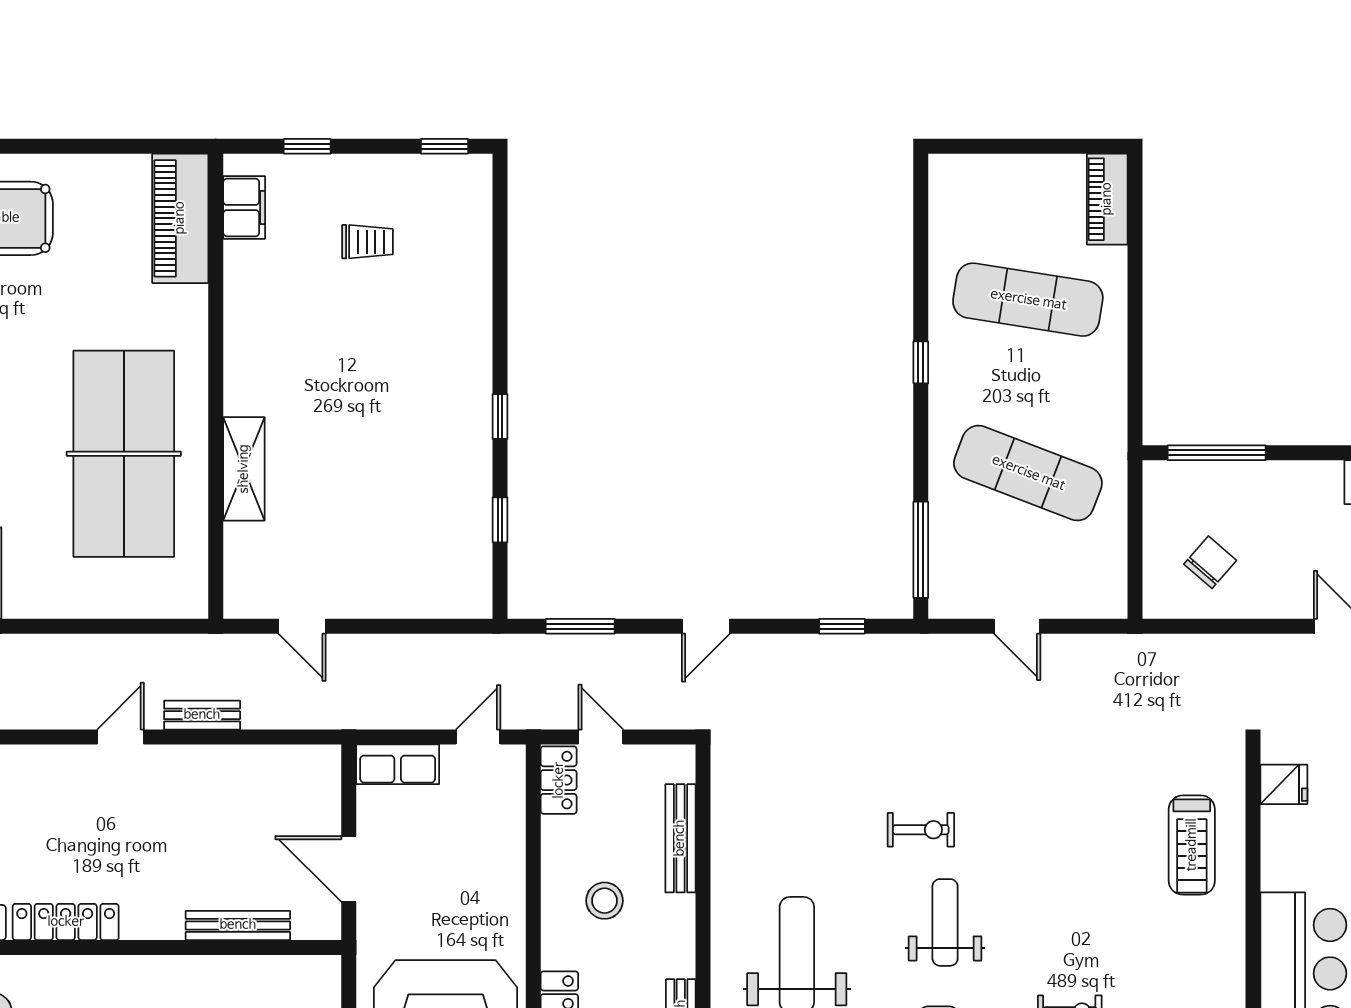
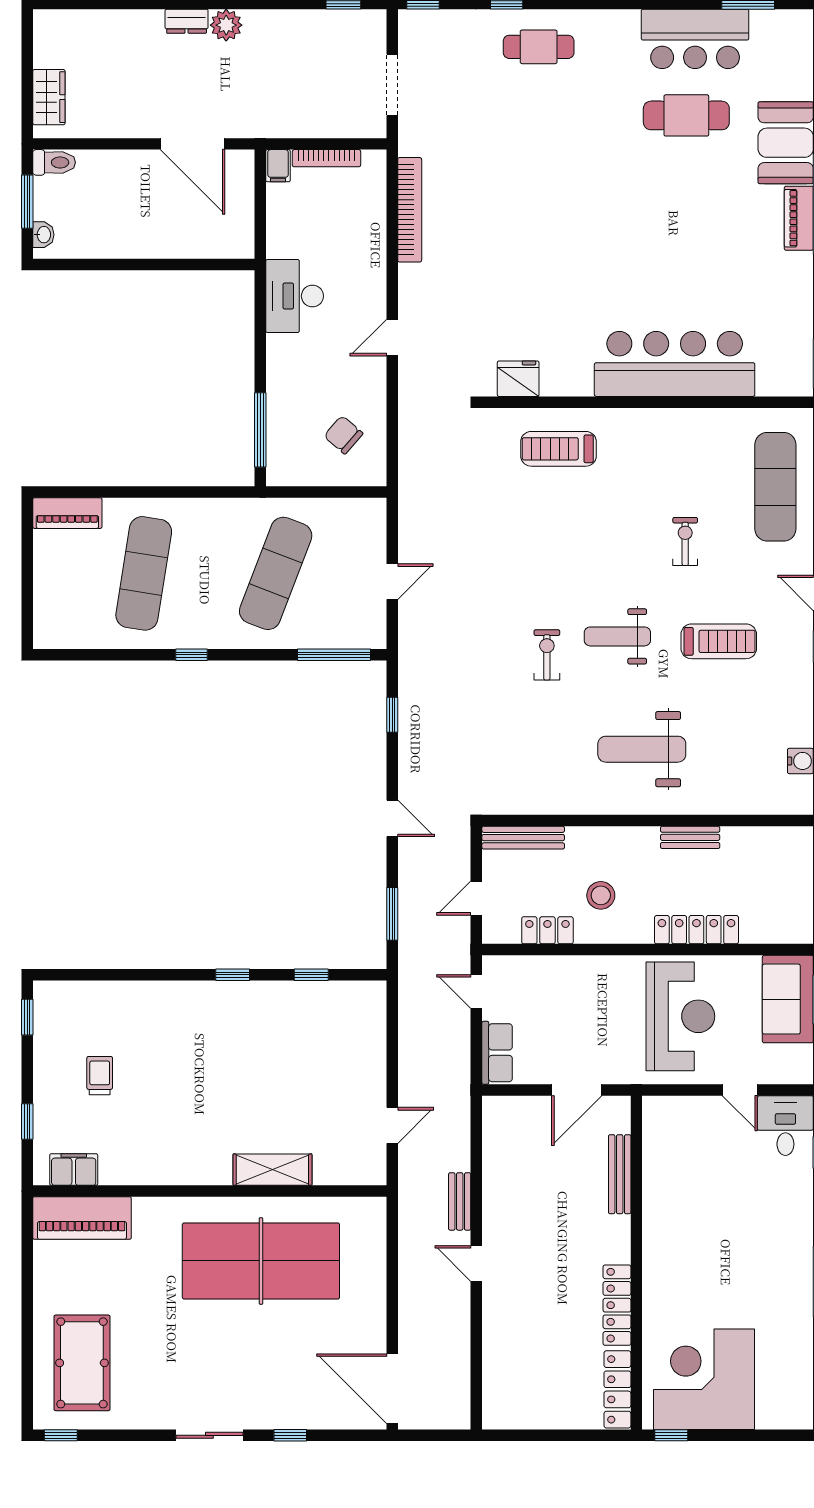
locker: (559, 780) -> (547, 930), moved
fridge: (1284, 784) -> (518, 379), width x1.38
bench: (680, 838) -> (523, 838), moved
treadmill: (1192, 845) -> (558, 449), turned 180

